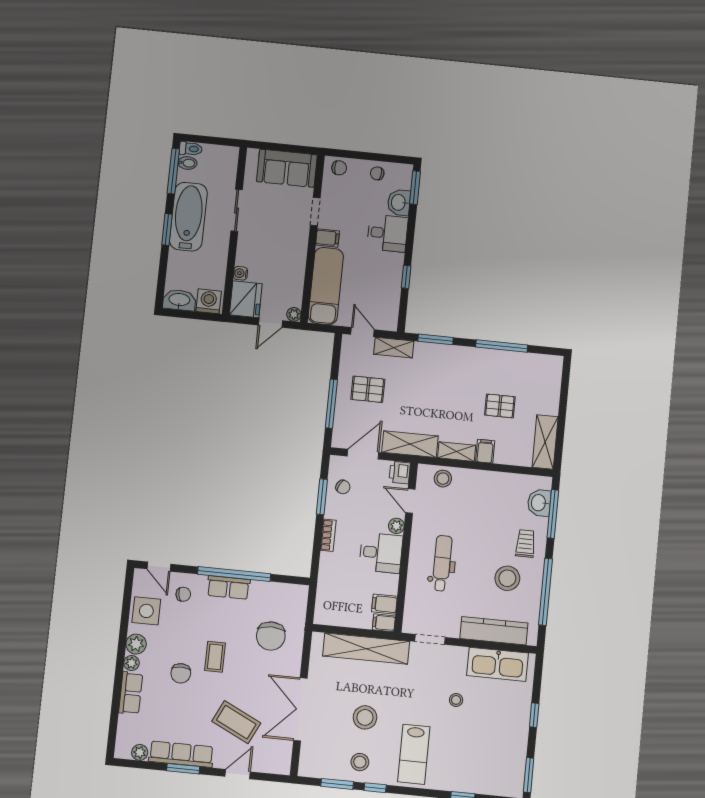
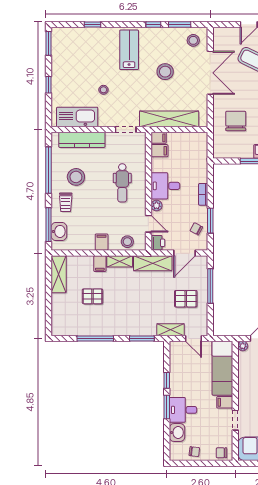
window: (415, 188) -> (167, 407), moved
filing cabinet: (480, 482) -> (102, 242), added
stool: (360, 762) -> (193, 40), moved

